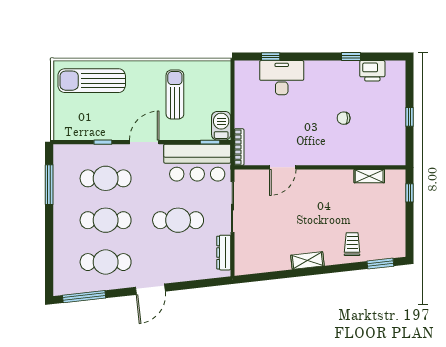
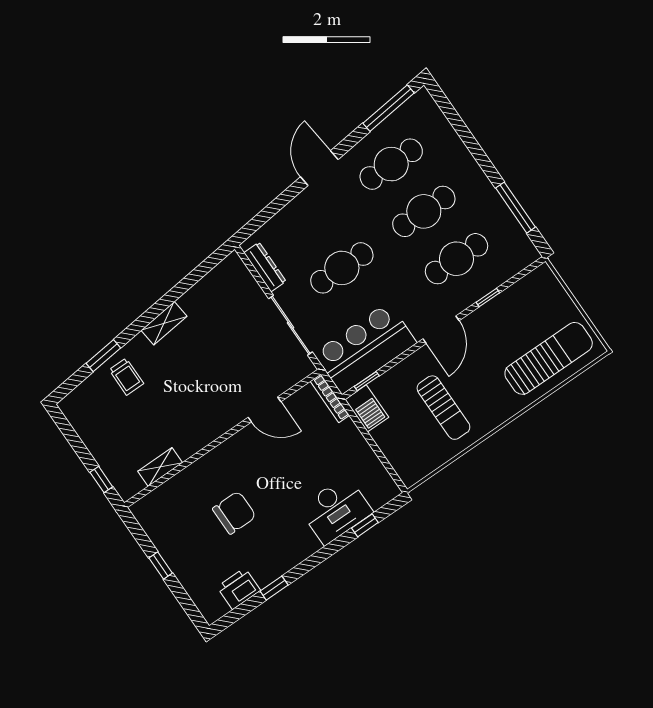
chair: (344, 118) -> (234, 513), width x1.87, depth x1.87
door: (283, 167) -> (265, 409), swing flipped
window: (380, 264) -> (103, 356), moved

